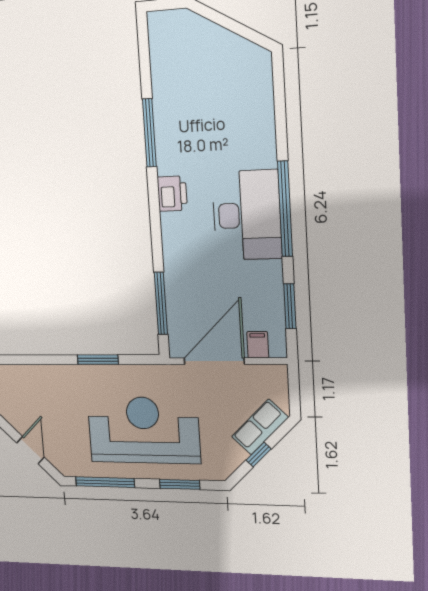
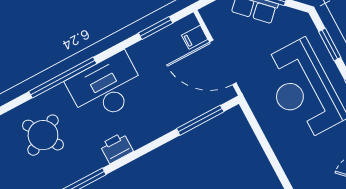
round table: (226, 114) -> (43, 135), added
window: (285, 209) -> (63, 78), moved
window: (98, 360) -> (267, 148), removed

